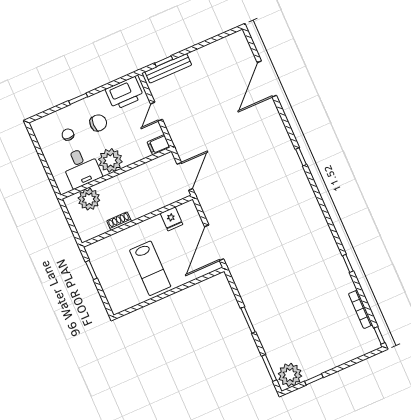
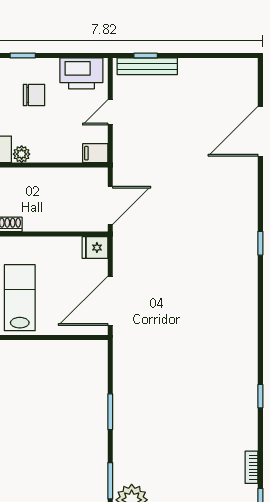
plant: (110, 160) -> (22, 154), width x0.53, depth x0.53
fridge: (171, 219) -> (95, 248), moved, turned 90
lab bench: (150, 268) -> (20, 298), turned 180
bookcase: (361, 309) -> (251, 467), width x0.64

